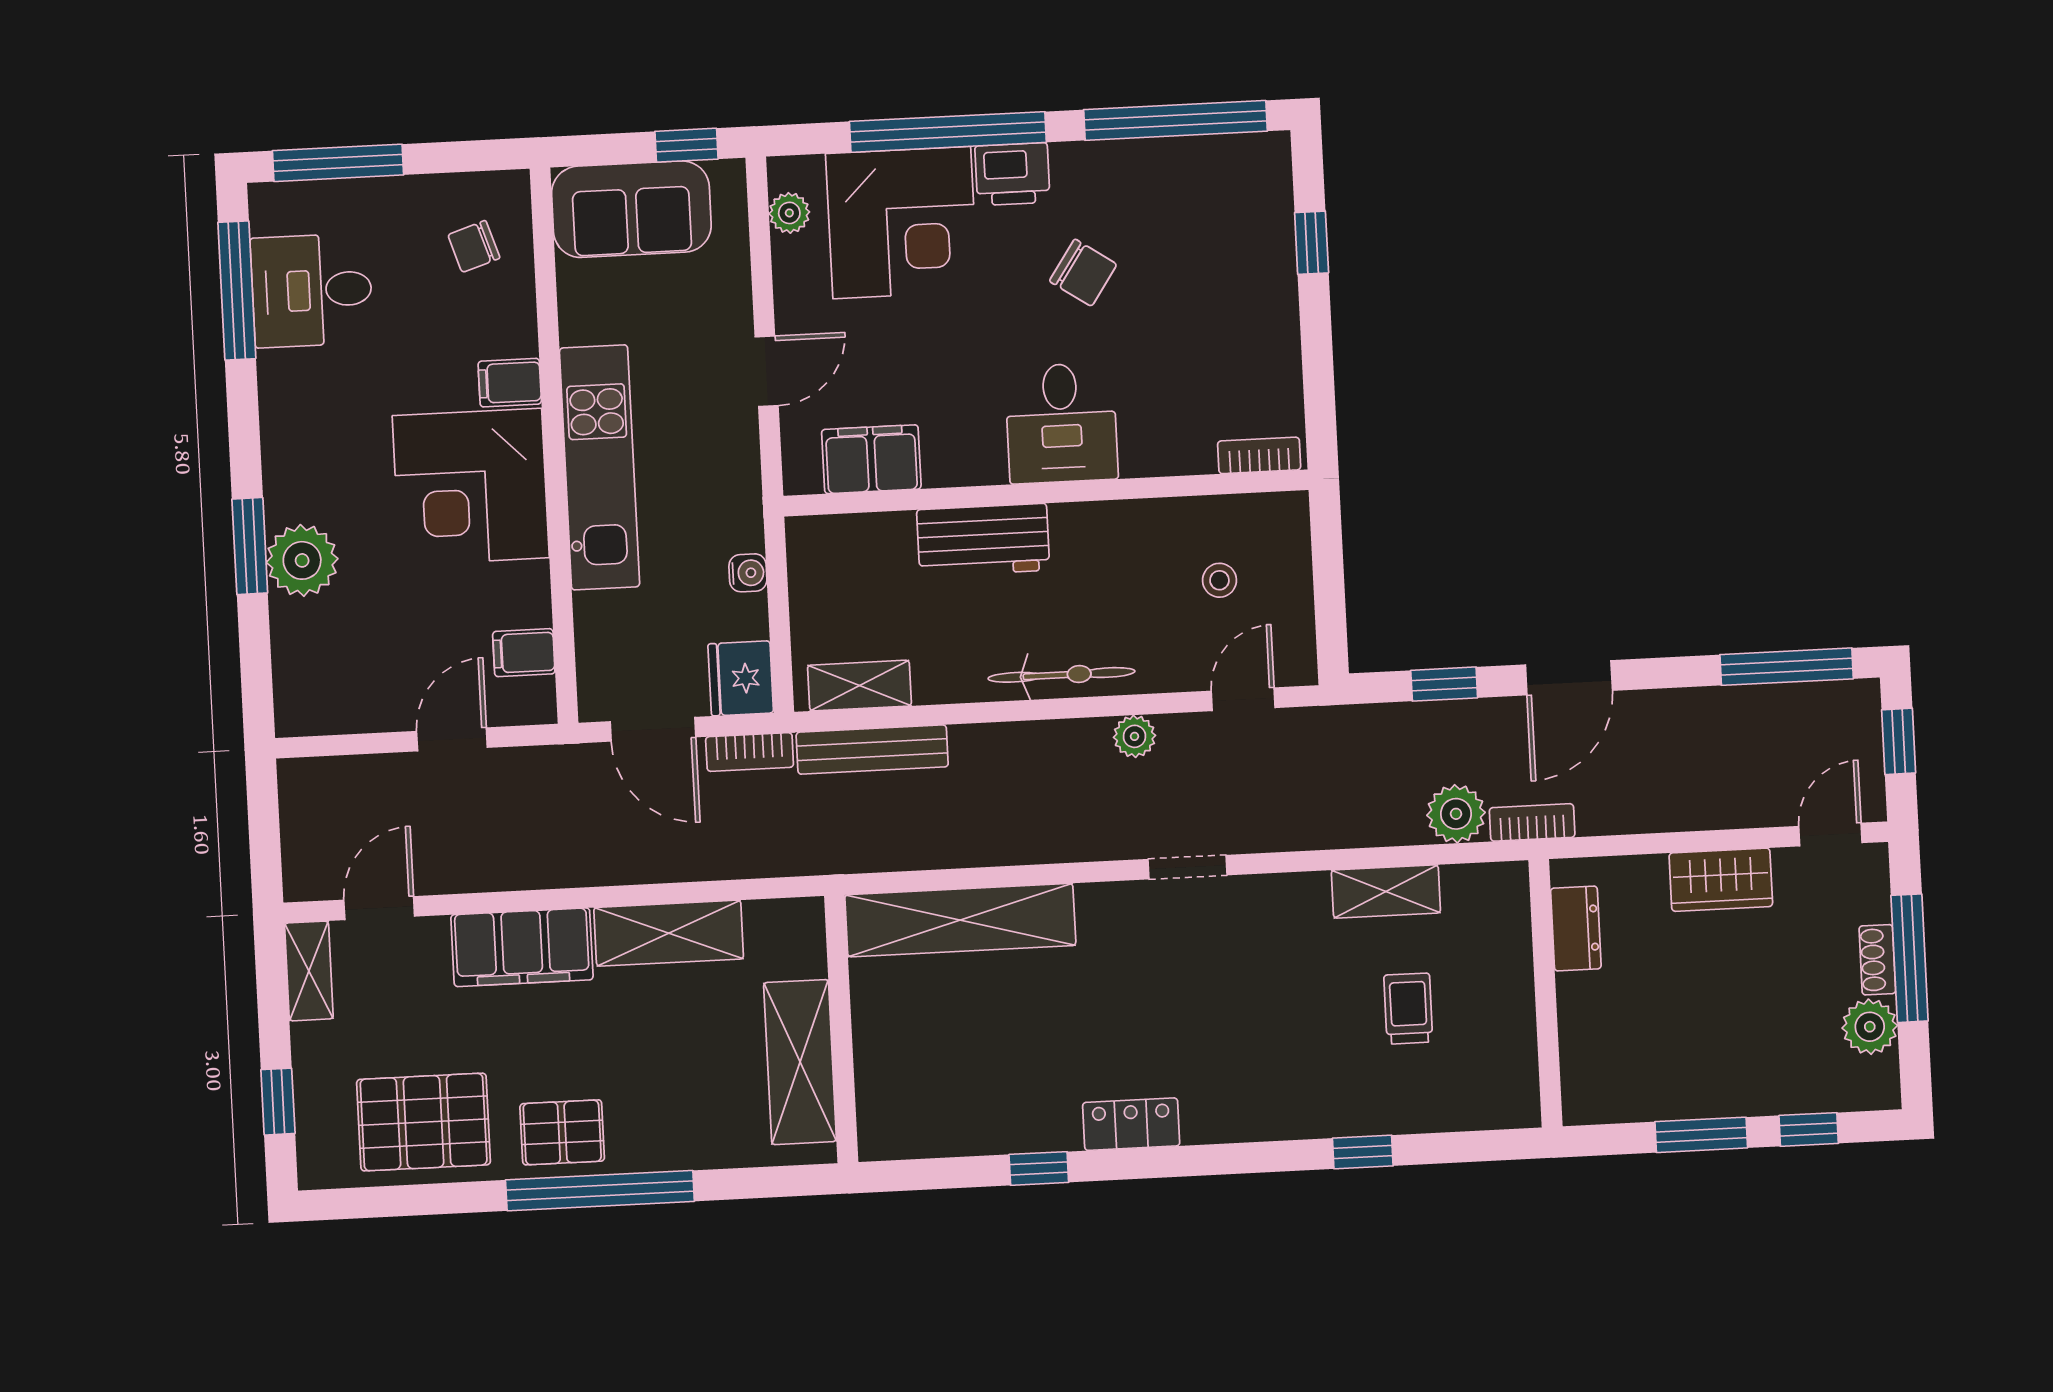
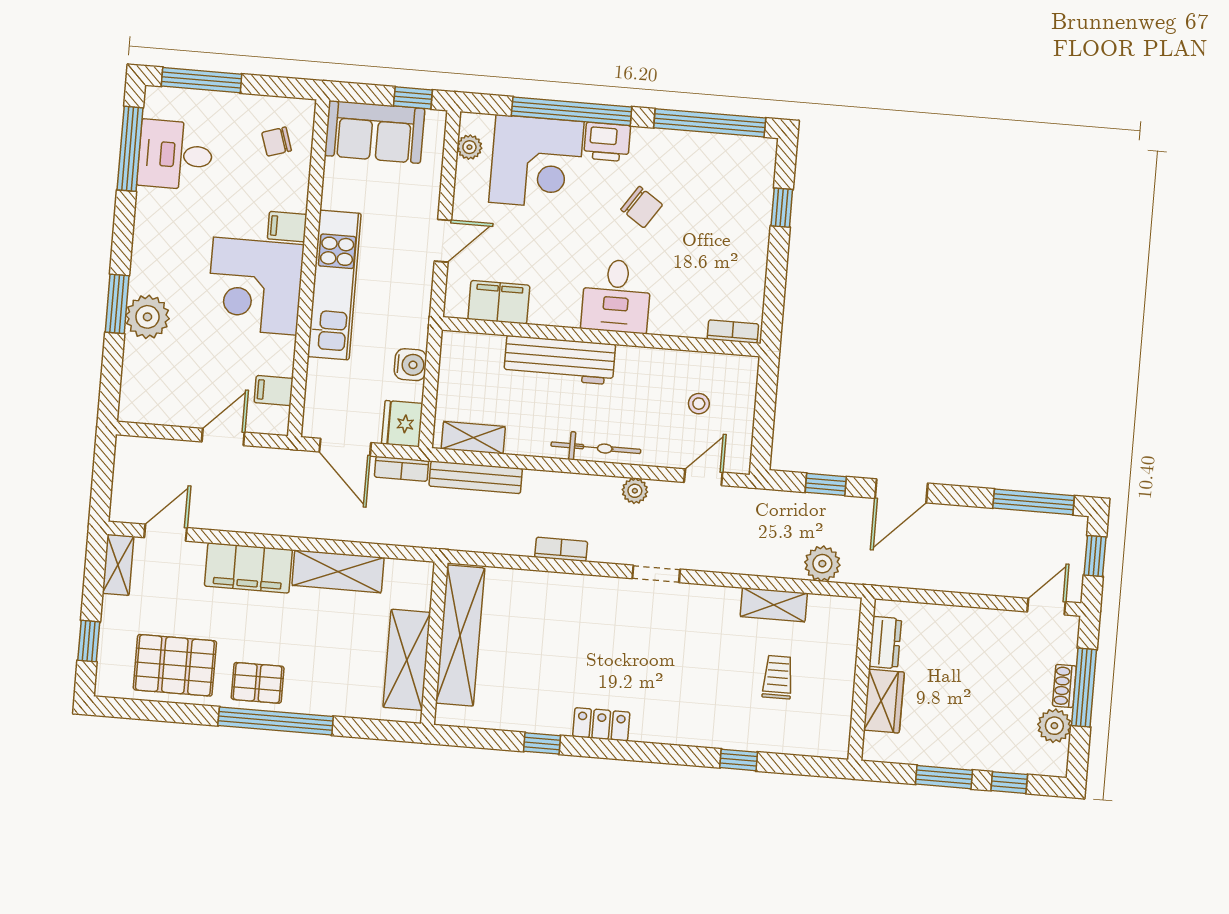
workbench: (983, 540) -> (560, 360), width x1.37
water cooler: (748, 573) -> (410, 365), width x1.38, depth x1.38
bookcase: (1532, 822) -> (561, 549), moved
wardrobe: (1721, 880) -> (884, 701), moved, turned -90
shelving: (960, 920) -> (460, 636), moved, turned 90

